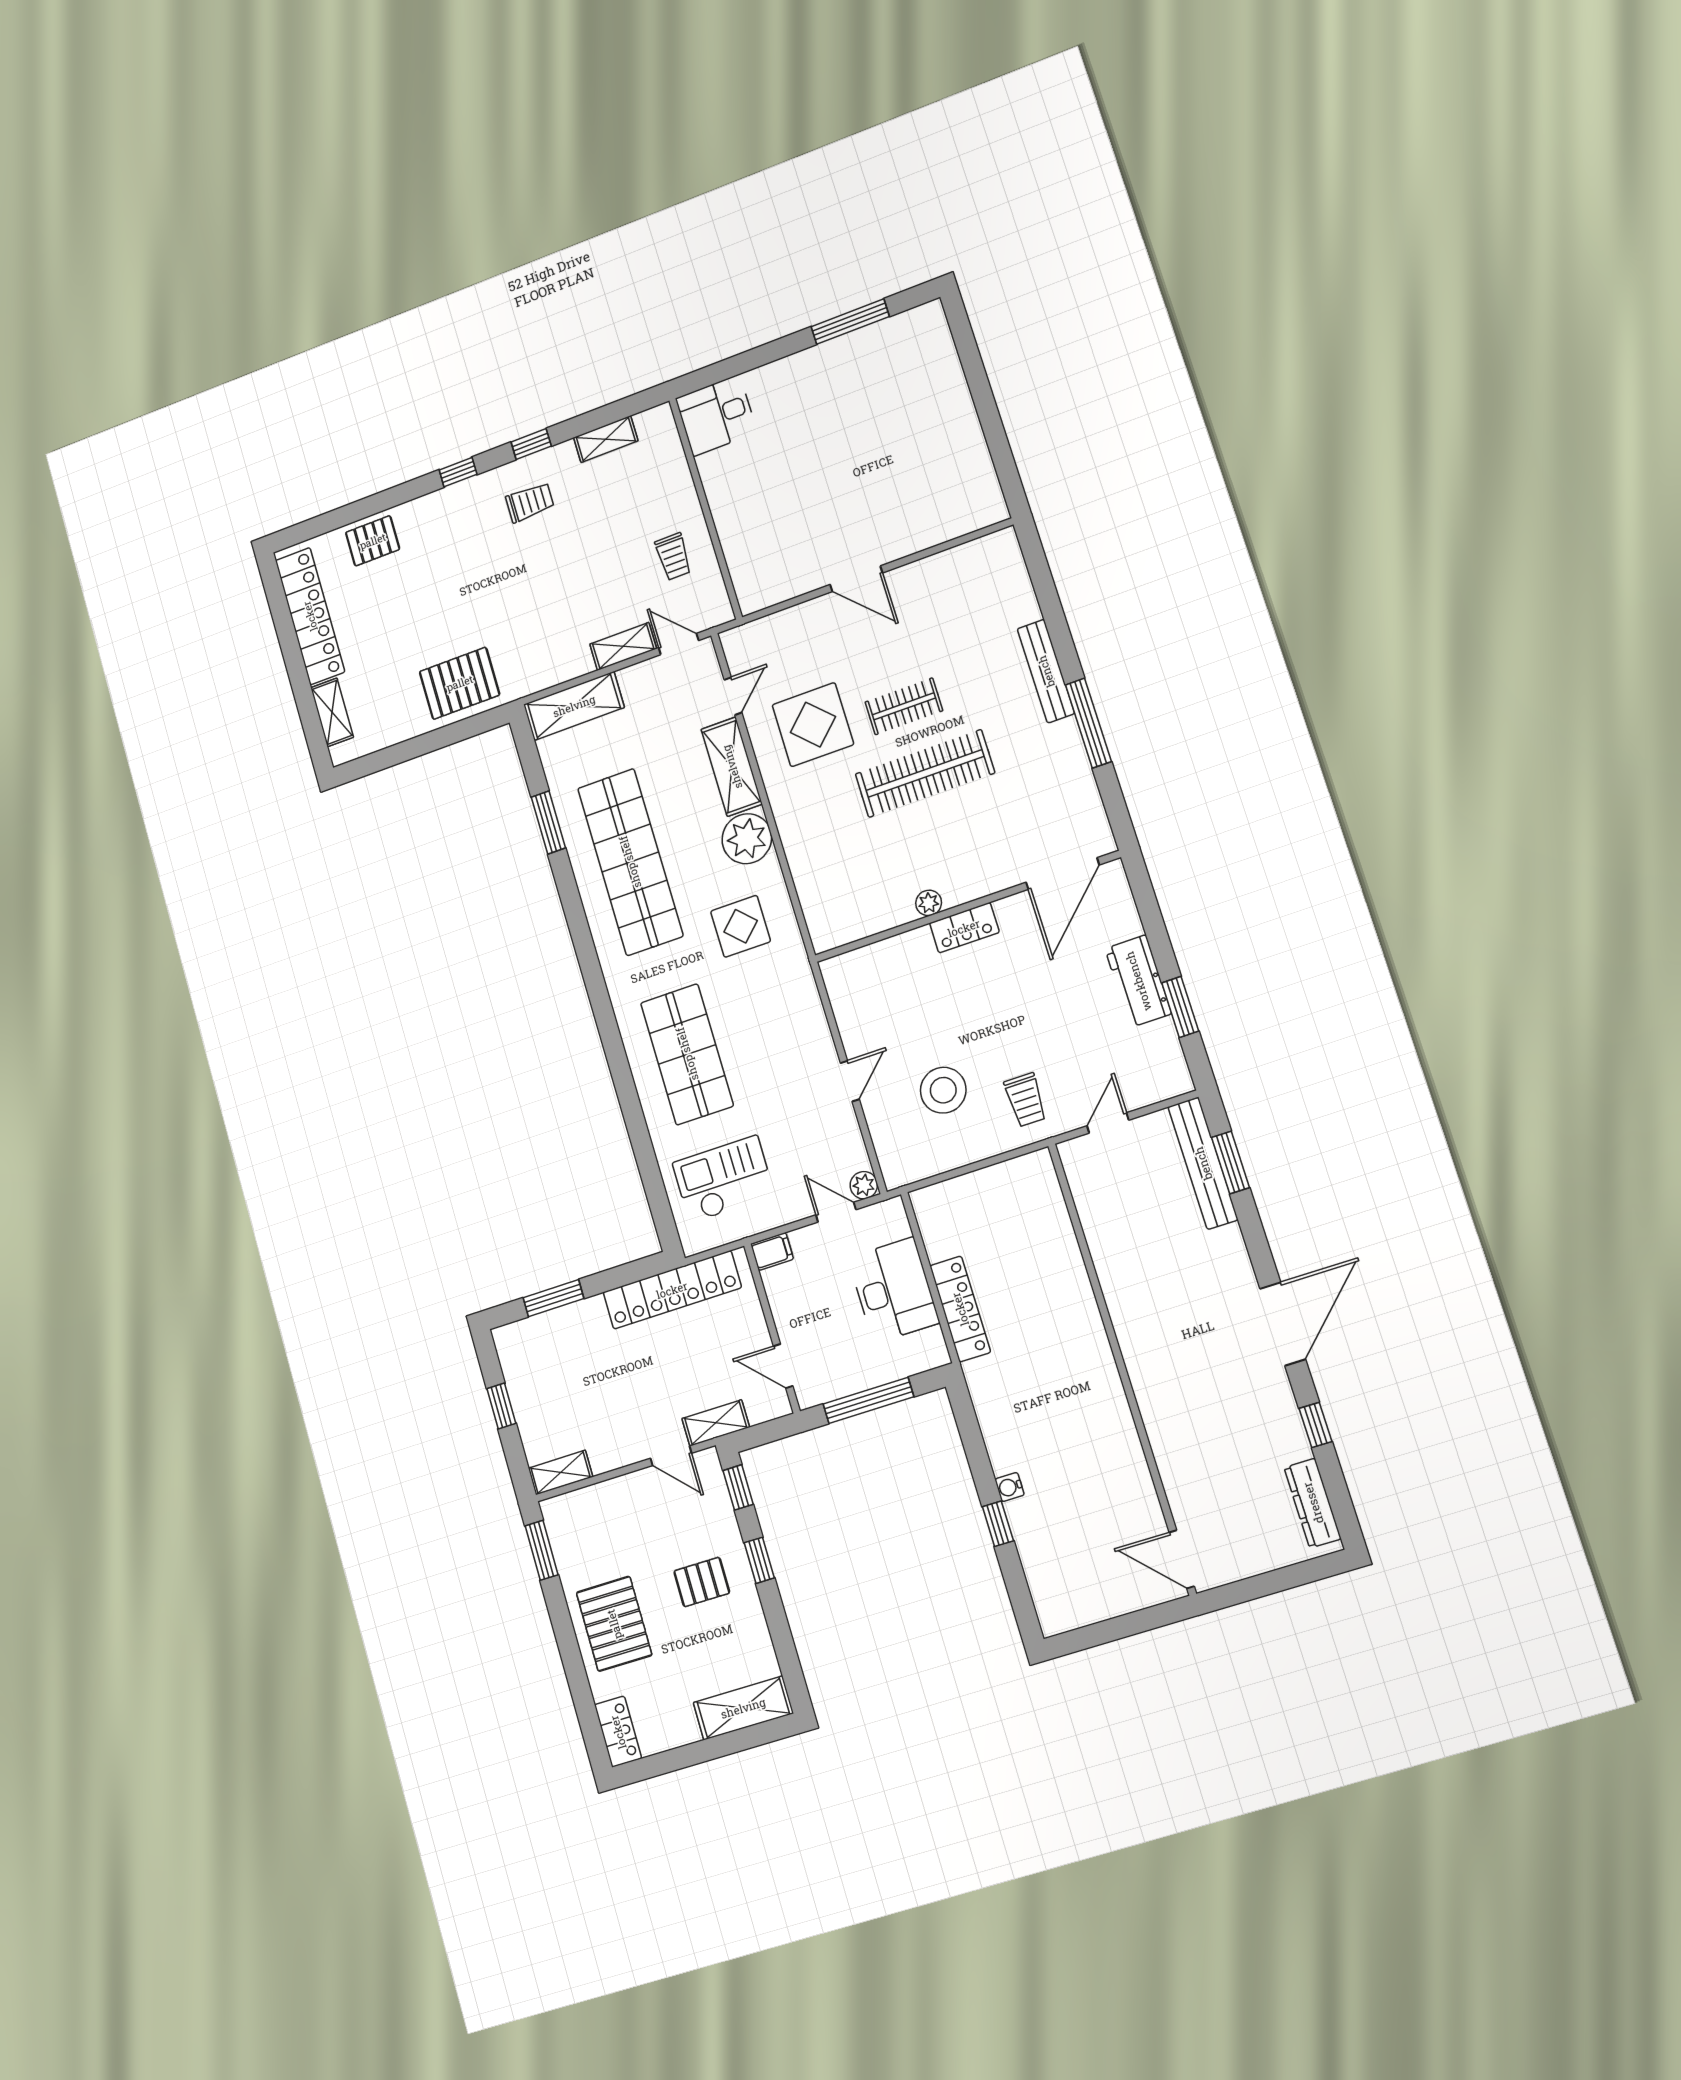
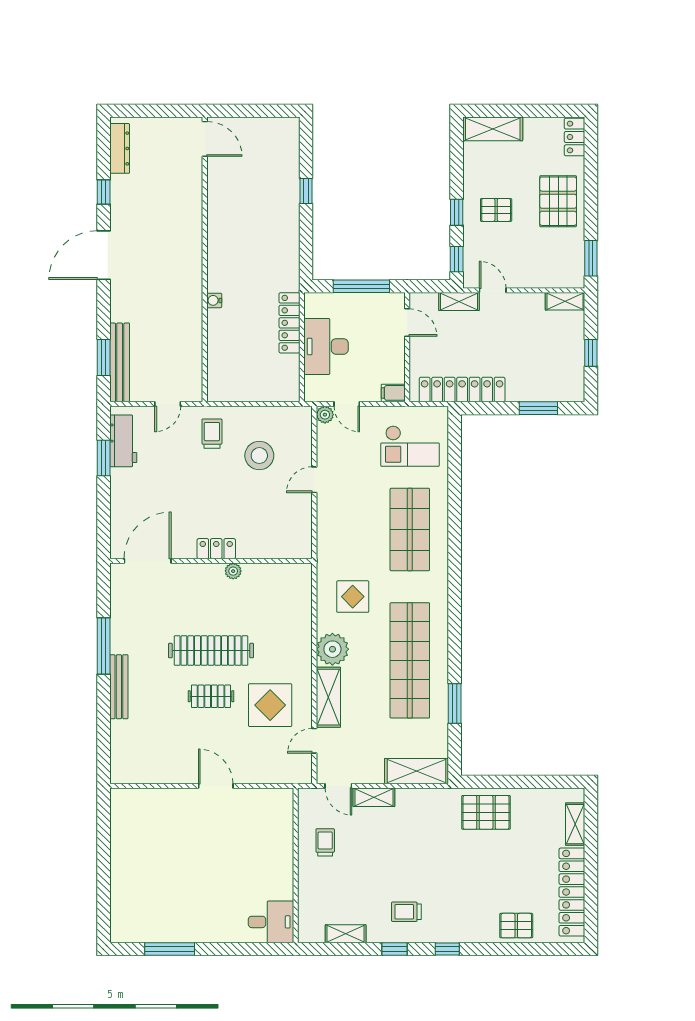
workbench: (1138, 981) -> (123, 441), moved
water cooler: (1010, 1487) -> (214, 300), moved, turned 180

